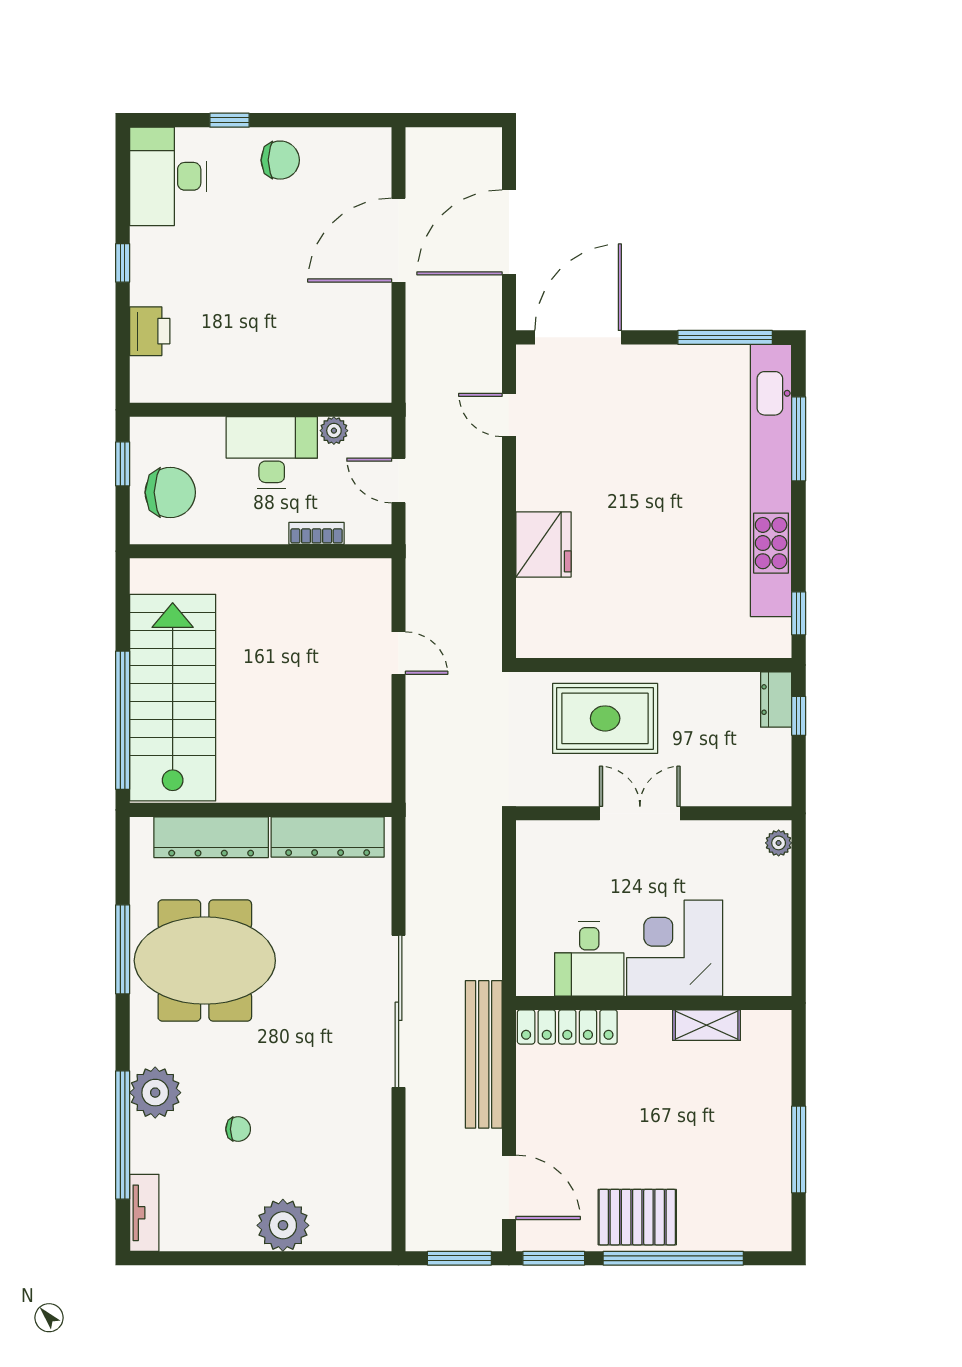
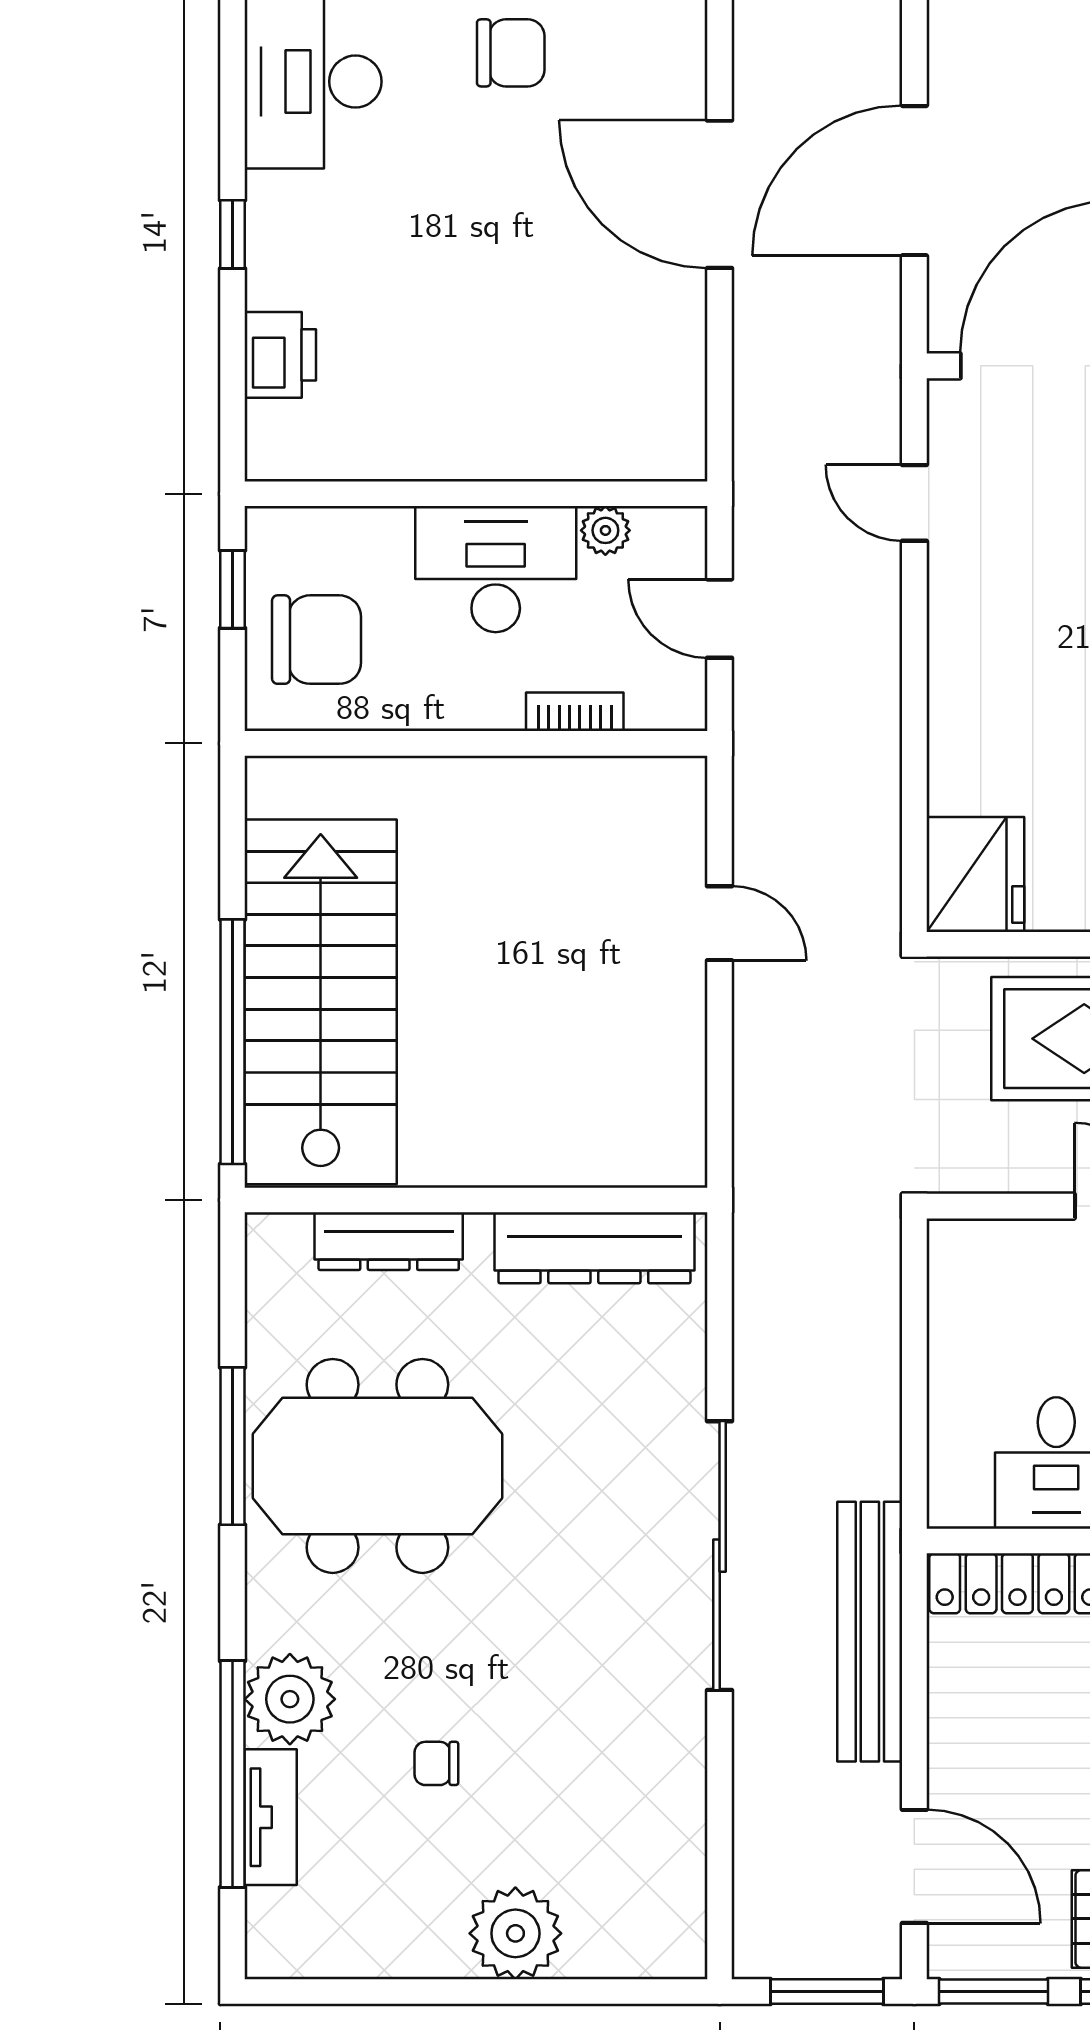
door: (399, 240) -> (720, 194), hinge flipped
fridge: (543, 544) -> (975, 875), moved
dresser: (211, 837) -> (389, 1241), width x0.73, depth x0.80
chair: (238, 1129) -> (436, 1763), turned 180
tv unit: (144, 1213) -> (271, 1817), moved

